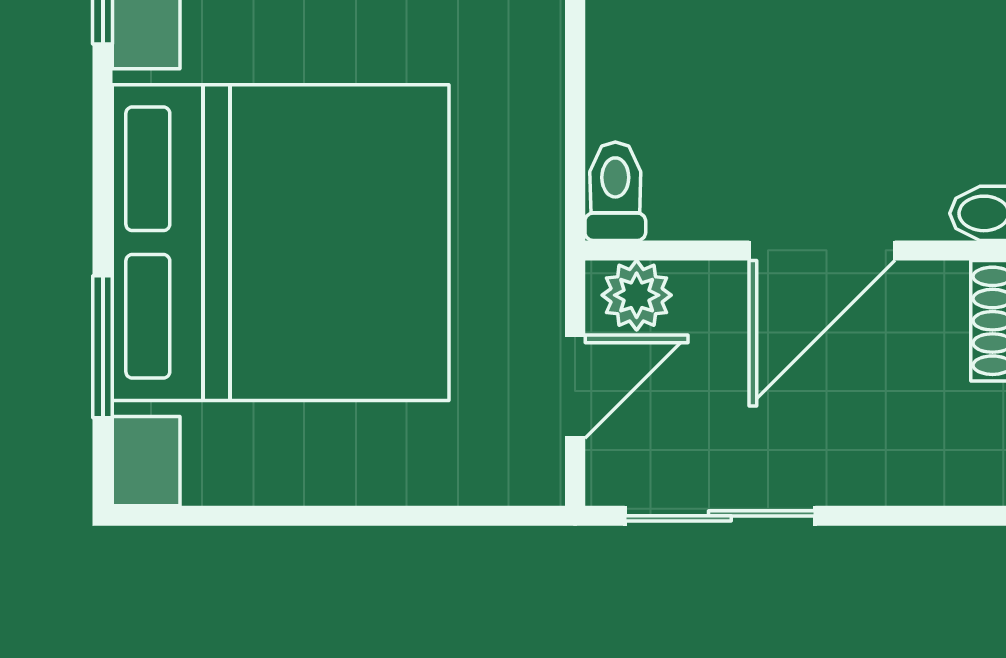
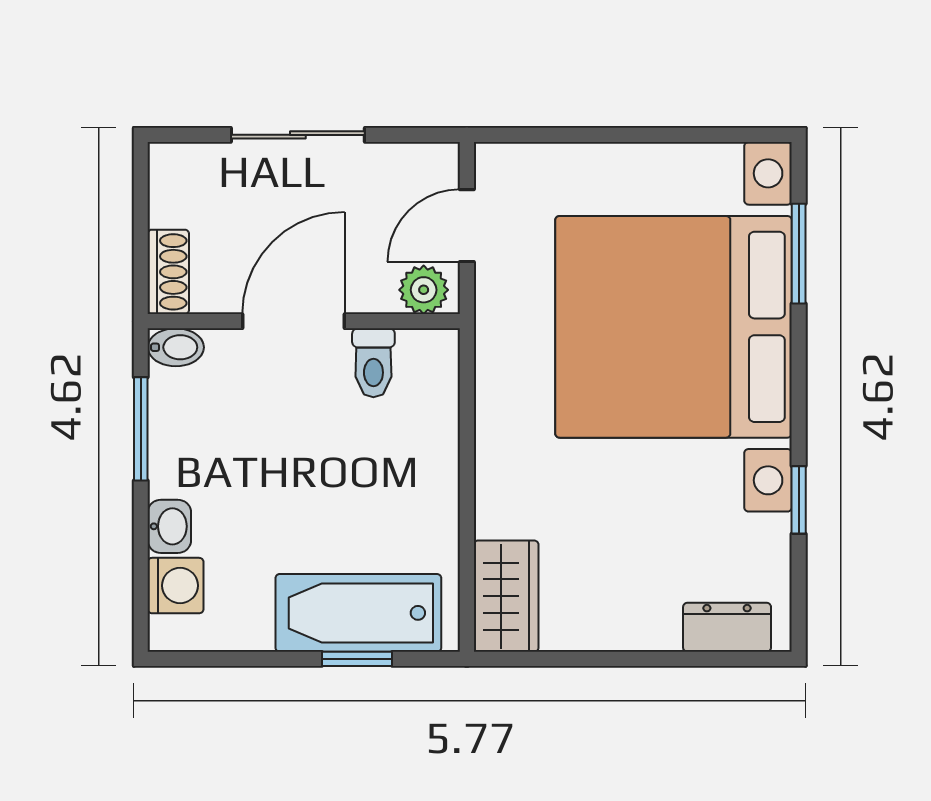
toilet: (615, 191) -> (373, 363), moved
sliding door: (720, 516) -> (298, 135), moved

